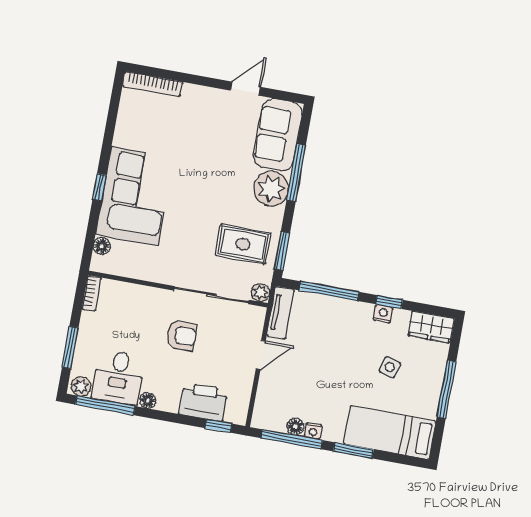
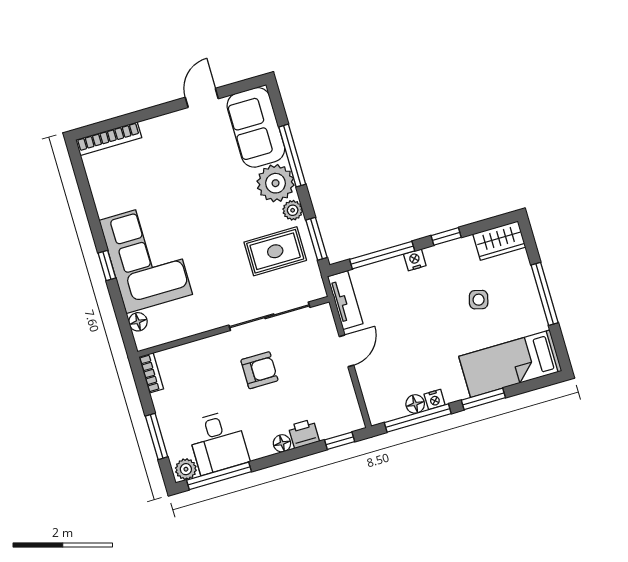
plant: (261, 292) -> (293, 210), moved
nightstand: (383, 314) -> (415, 260), moved
floor lamp: (148, 400) -> (282, 443), moved
printer: (203, 402) -> (304, 434), width x0.53, depth x0.68

